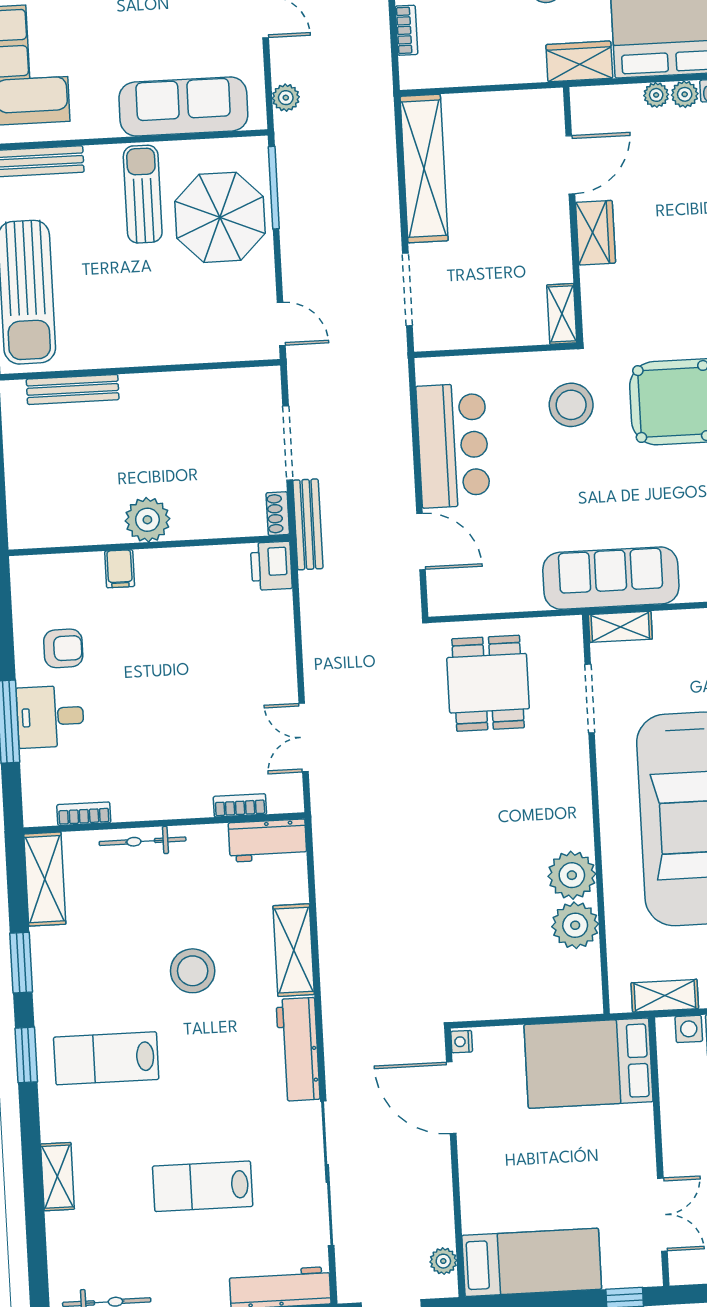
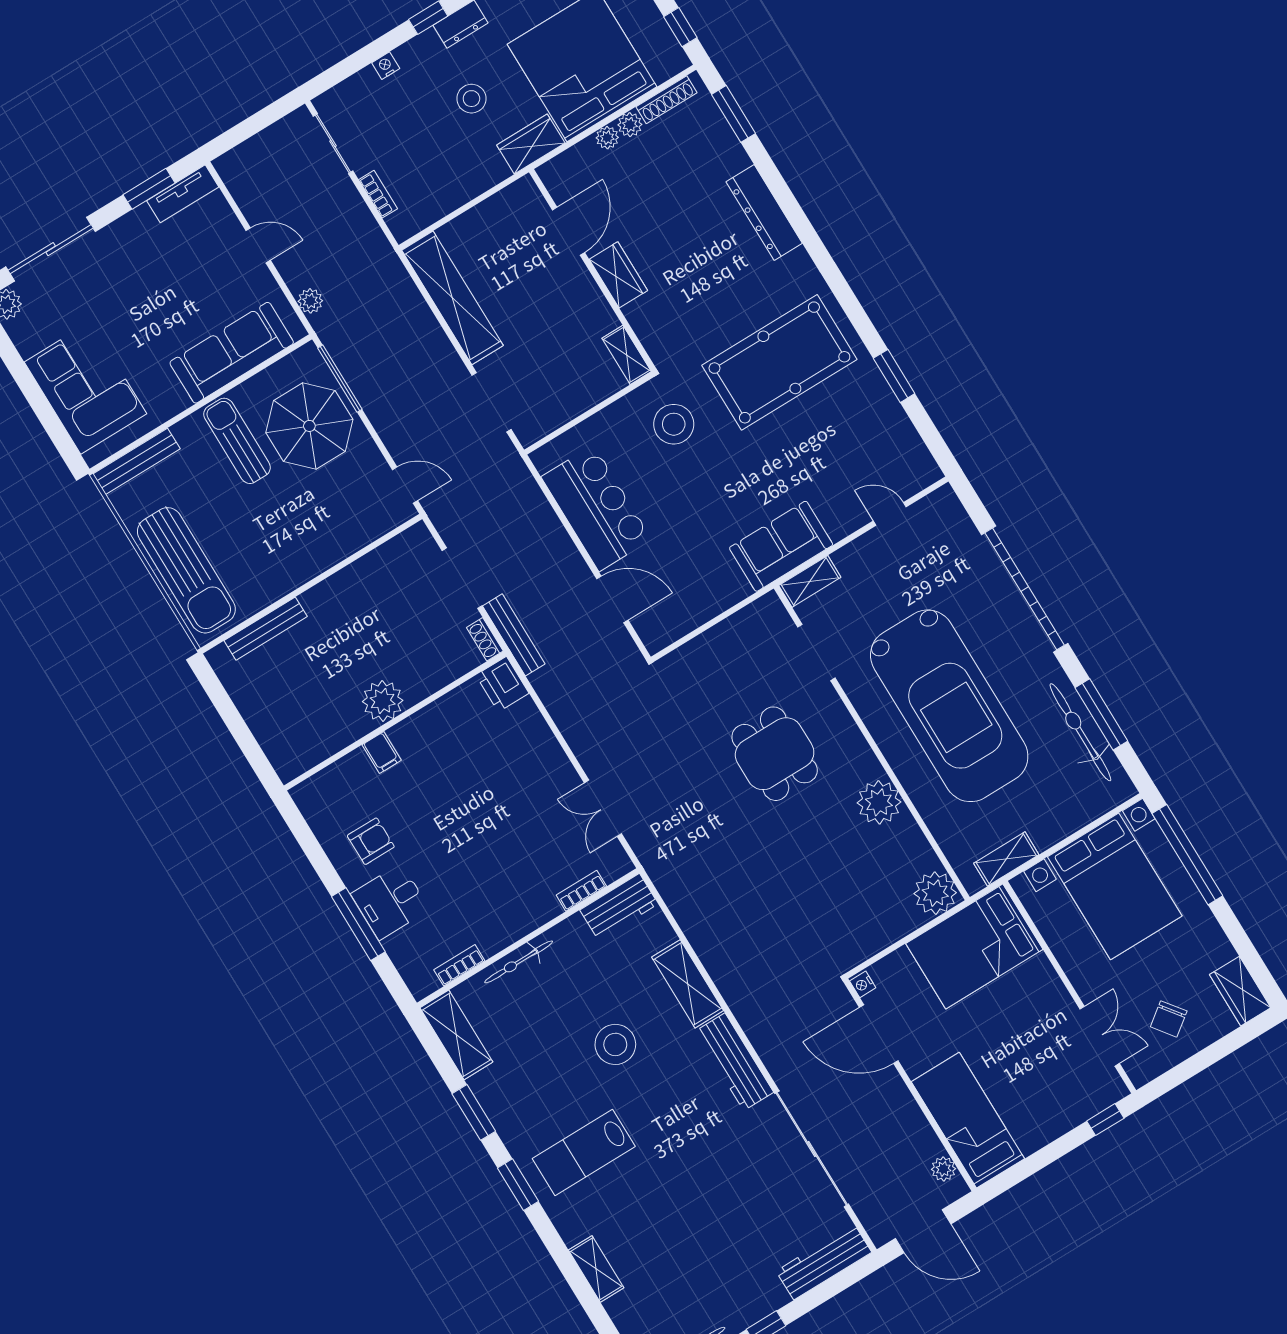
sofa: (611, 578) -> (781, 546), width x0.73
dining table: (488, 683) -> (775, 754), moved
plant: (575, 925) -> (935, 893), moved
lab bench: (203, 1186) -> (717, 1214), removed
bed: (532, 1262) -> (968, 1120), moved, turned -90

